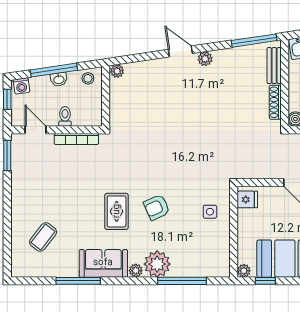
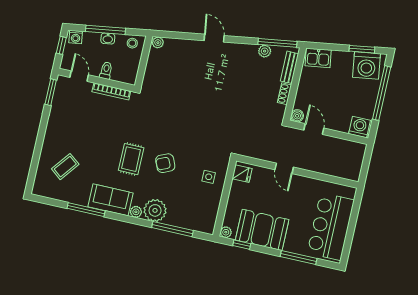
plant: (205, 59) -> (265, 51), moved
shoe rack: (275, 102) -> (284, 94), width x0.70

